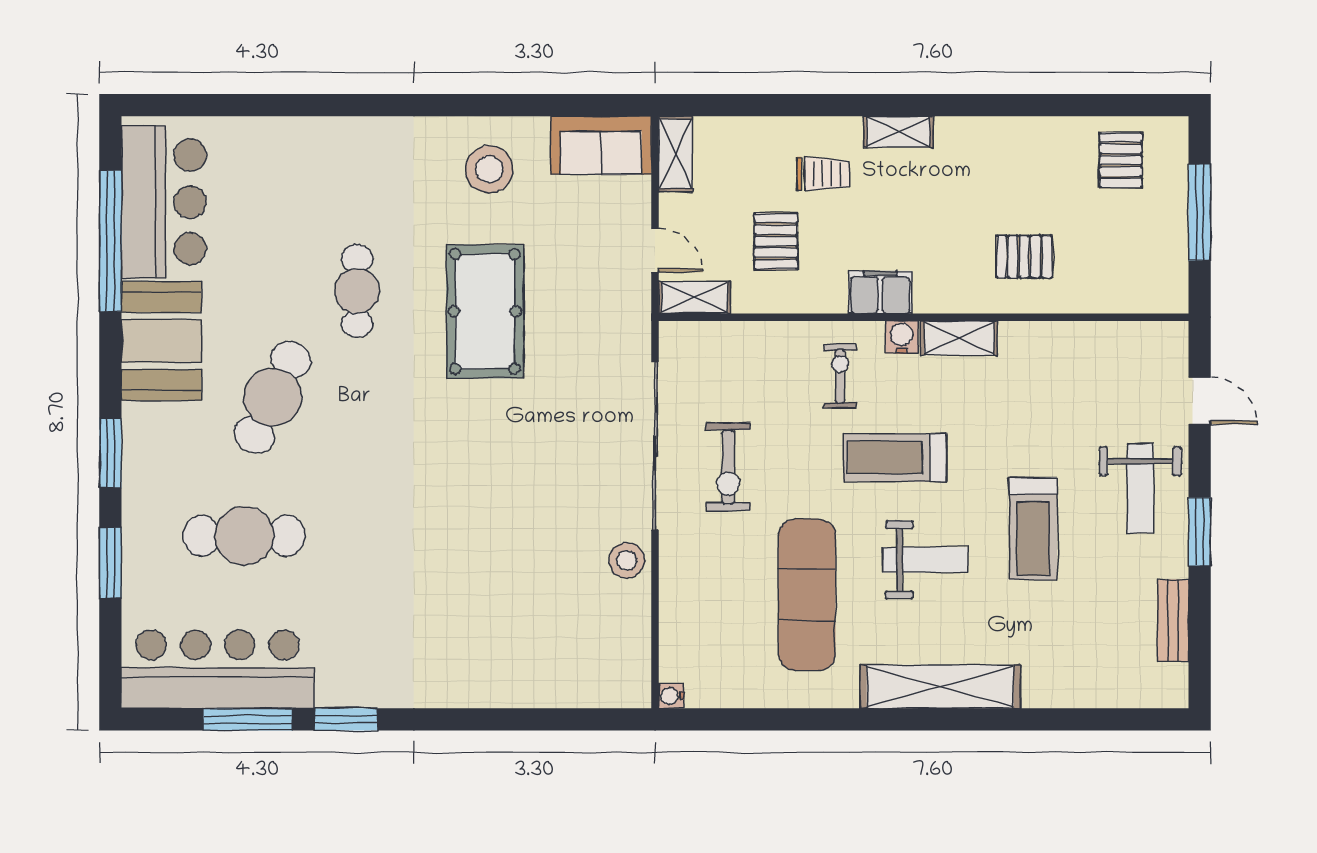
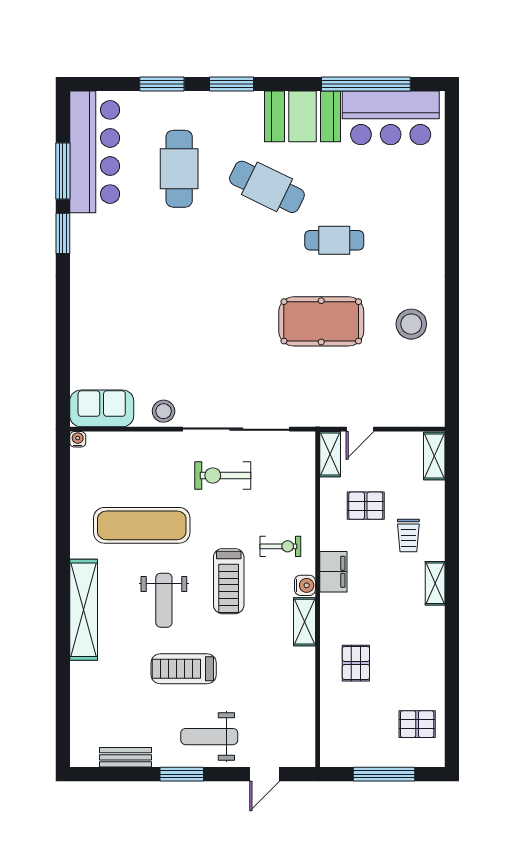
sofa: (601, 145) -> (102, 408), moved, turned 90
shelving: (676, 154) -> (434, 456), moved, turned 90
treadmill: (895, 458) -> (229, 581), turned 180

